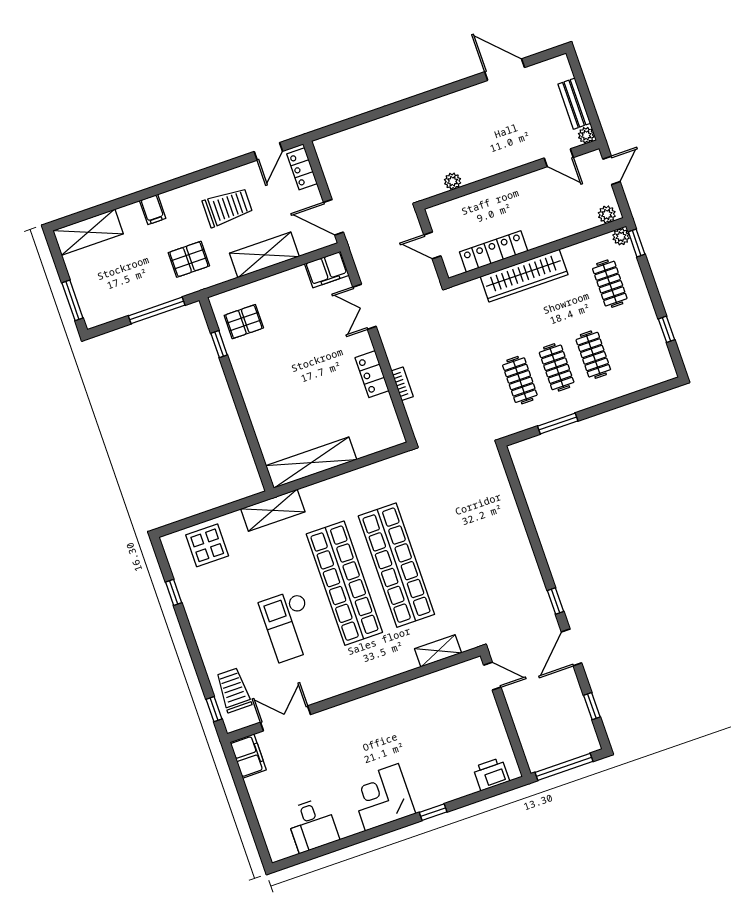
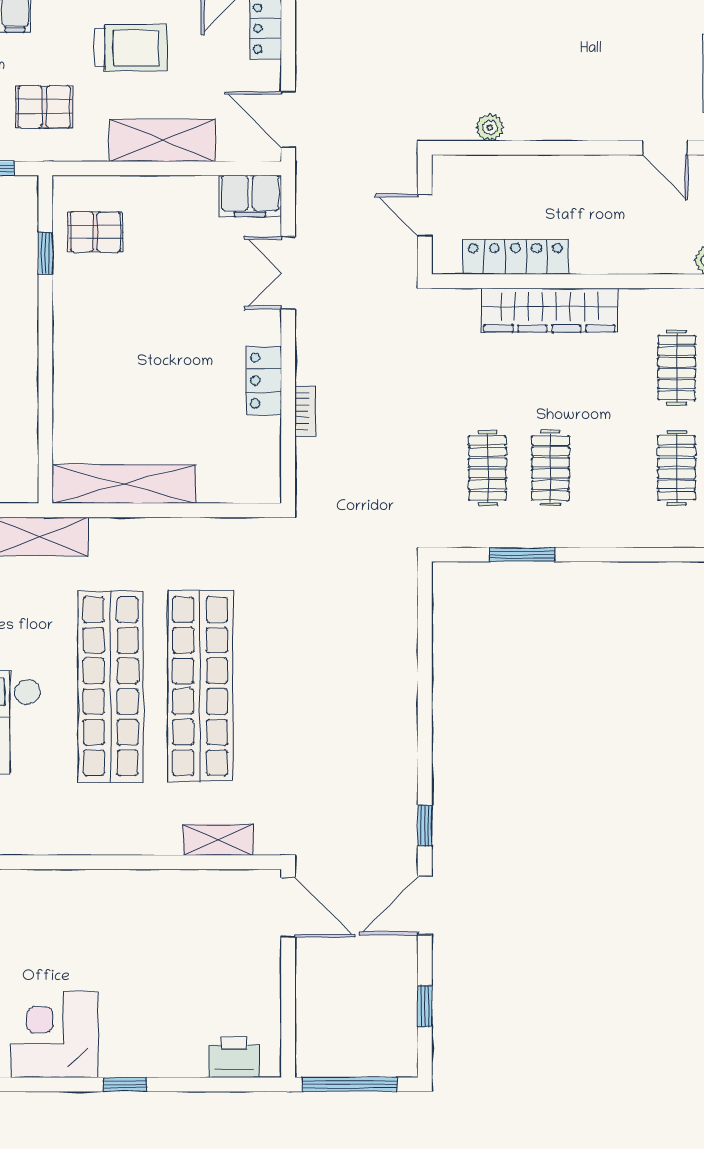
clothes rail: (593, 355) -> (677, 468), moved
door: (492, 676) -> (288, 907), width x1.38

